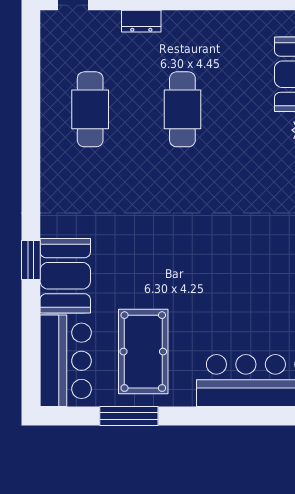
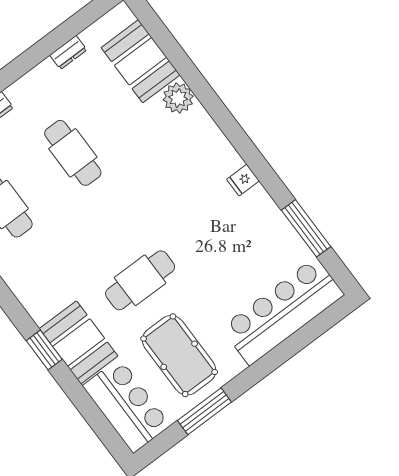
dresser: (243, 20) -> (68, 52), added
cafe table: (158, 262) -> (140, 280), added

